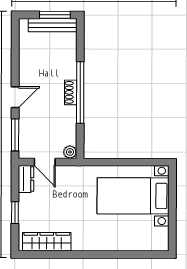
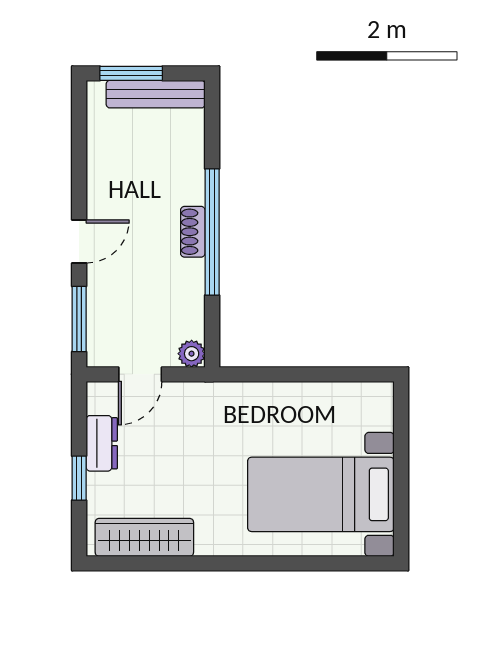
window: (55, 15) -> (131, 73), moved
door: (45, 162) -> (140, 374), hinge flipped
dresser: (26, 179) -> (102, 443), moved
bed with nightstands: (133, 196) -> (321, 494), moved

